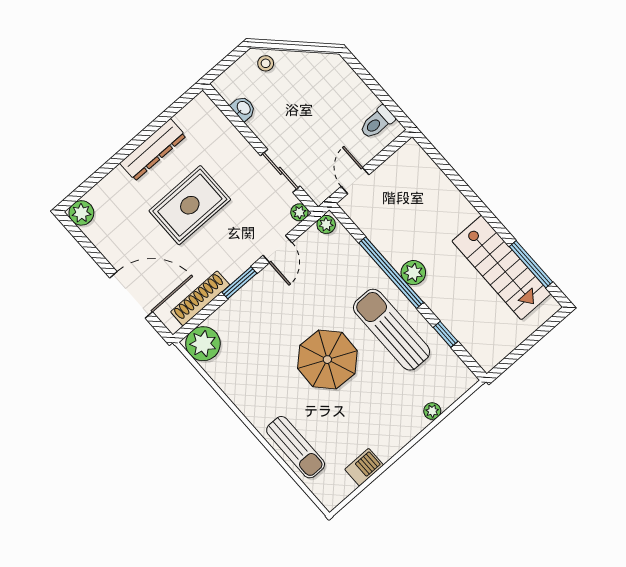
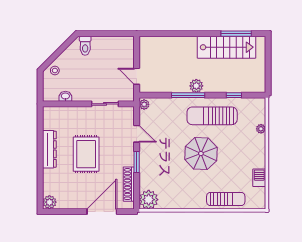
toilet: (377, 122) -> (85, 46), moved
plant: (299, 212) -> (129, 111), removed
window: (391, 273) -> (188, 95), width x0.68

